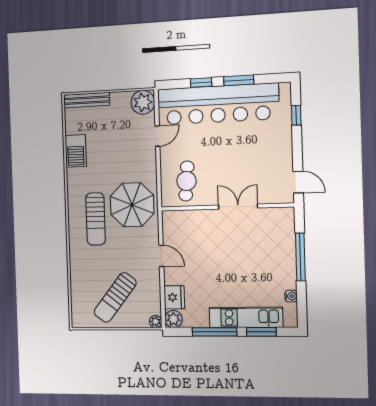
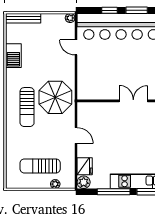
plant: (143, 102) -> (70, 18), width x0.53, depth x0.53
door: (157, 136) -> (76, 47), swing flipped
cafe table: (186, 181) -> (96, 81), removed
sun lounger: (115, 297) -> (40, 166), turned 52
plant: (156, 322) -> (55, 184), moved

